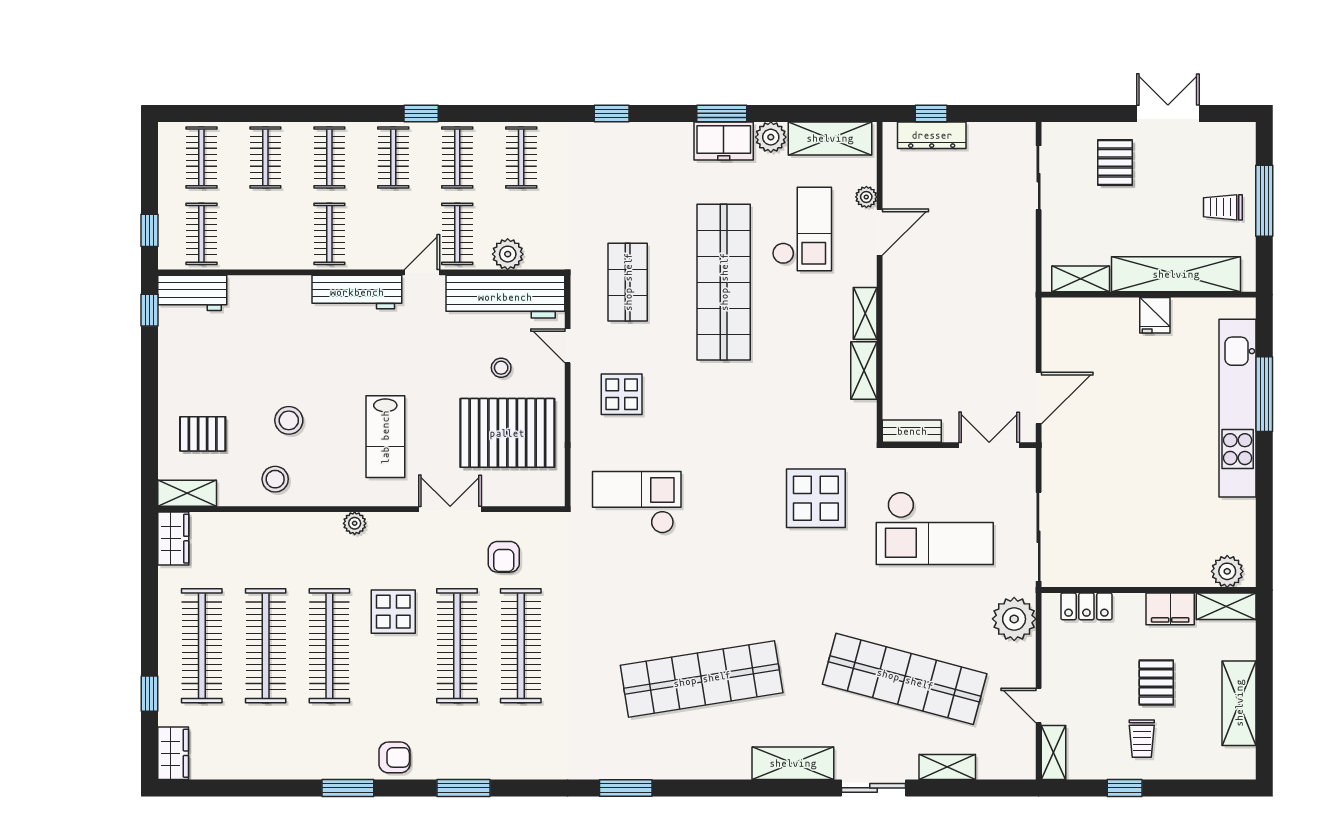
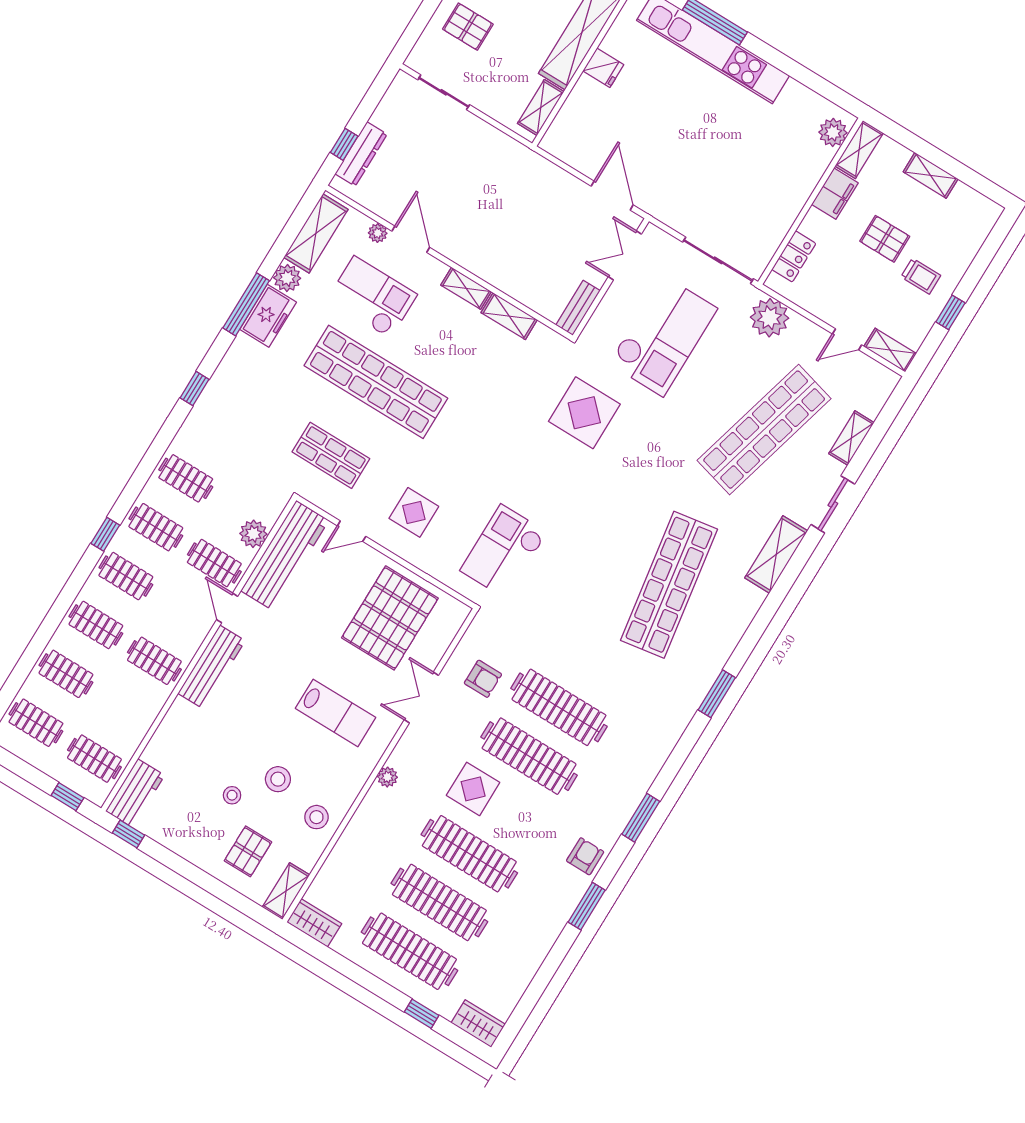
window: (722, 113) -> (246, 304), width x1.44
stool: (501, 368) -> (232, 795), moved
shelving: (1239, 703) -> (931, 175), width x0.67, depth x0.75

